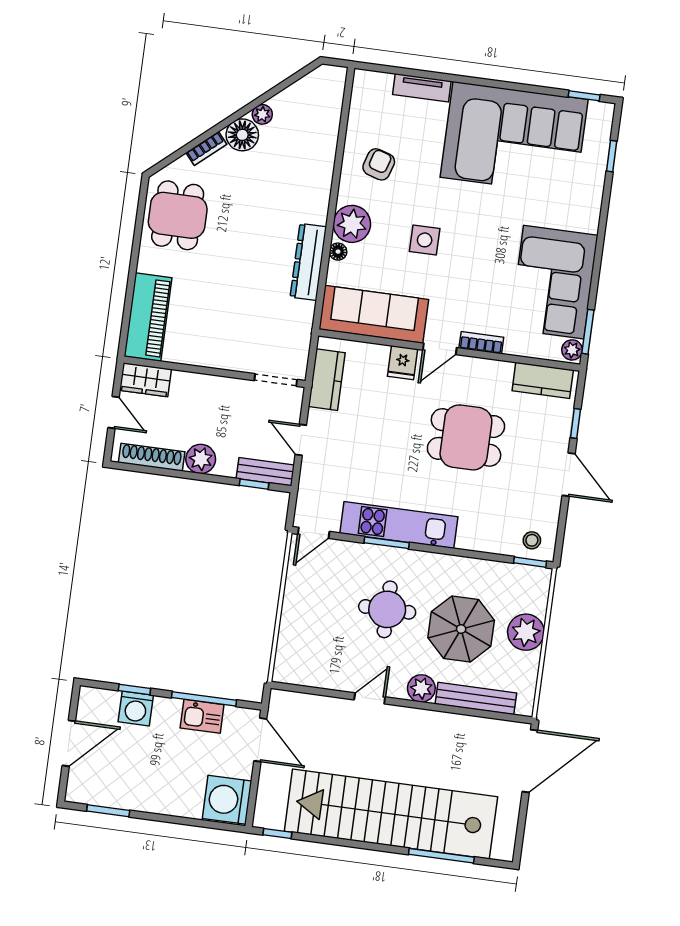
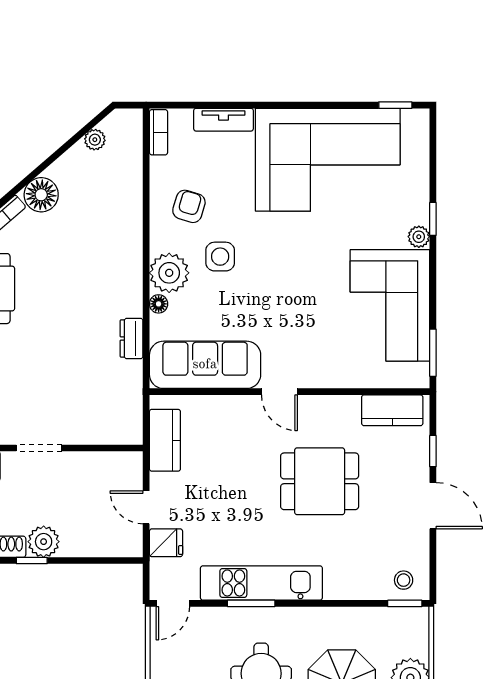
plant: (262, 114) -> (95, 140), moved
window: (612, 156) -> (433, 219), moved
side table: (425, 240) -> (220, 257), moved
dresser: (308, 262) -> (132, 338), width x0.51, depth x0.80
bookcase: (481, 343) -> (158, 132), moved, turned 90
door: (440, 349) -> (279, 392), hinge flipped
plant: (572, 350) -> (419, 237), moved
fridge: (403, 363) -> (166, 543), moved, turned -90
doorway: (276, 380) -> (39, 448), moved
bench: (265, 472) -> (113, 546), removed
window: (254, 484) -> (32, 560), moved

